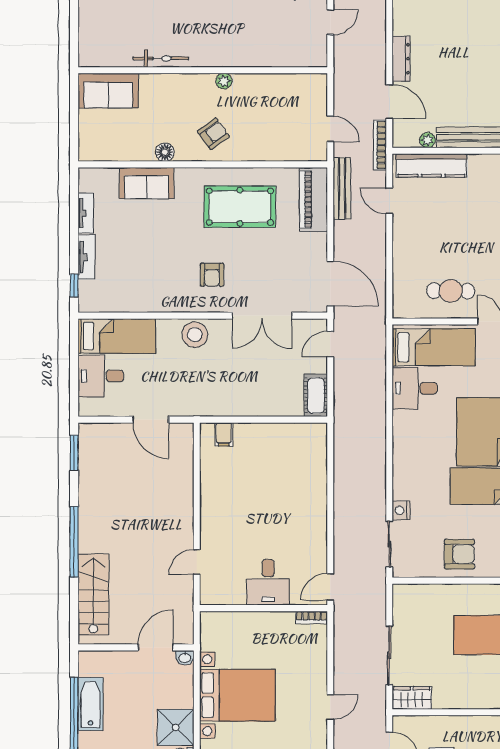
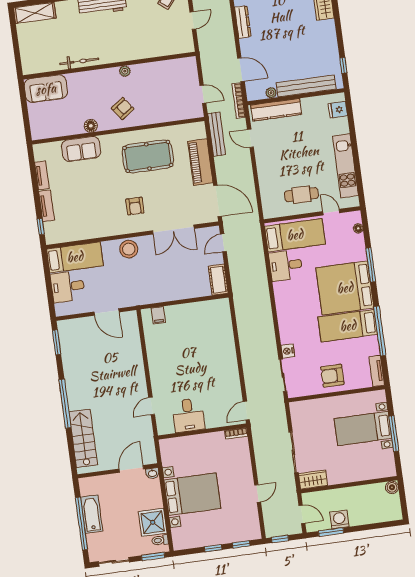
dresser: (401, 59) -> (243, 22), moved
piano: (313, 199) -> (200, 162), moved
armchair: (459, 554) -> (332, 376), turned 180
desk: (268, 582) -> (188, 415), moved

